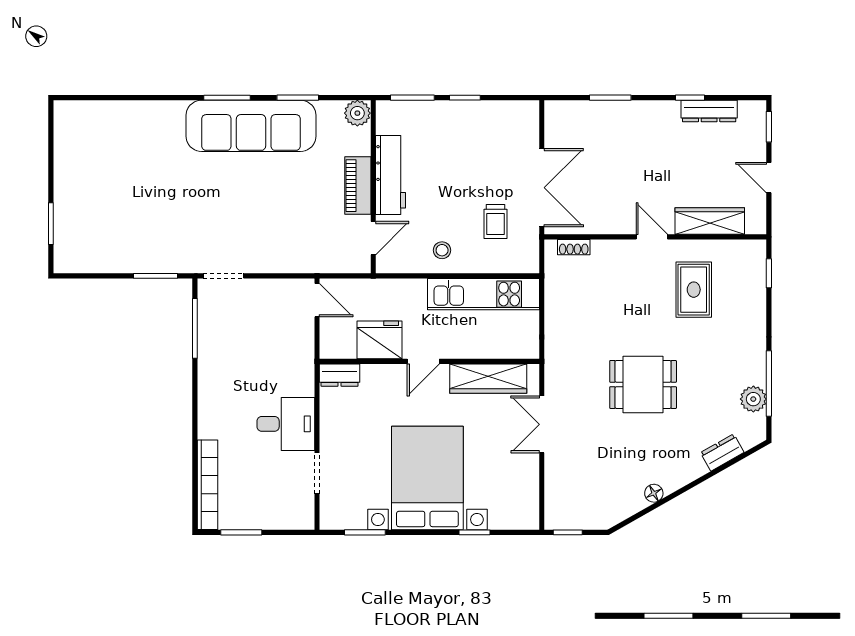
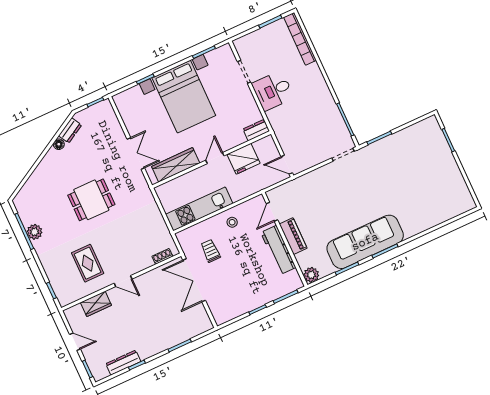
wardrobe: (710, 221) -> (96, 304), width x0.67
plant: (753, 399) -> (35, 232), moved
dresser: (722, 452) -> (70, 130), moved

